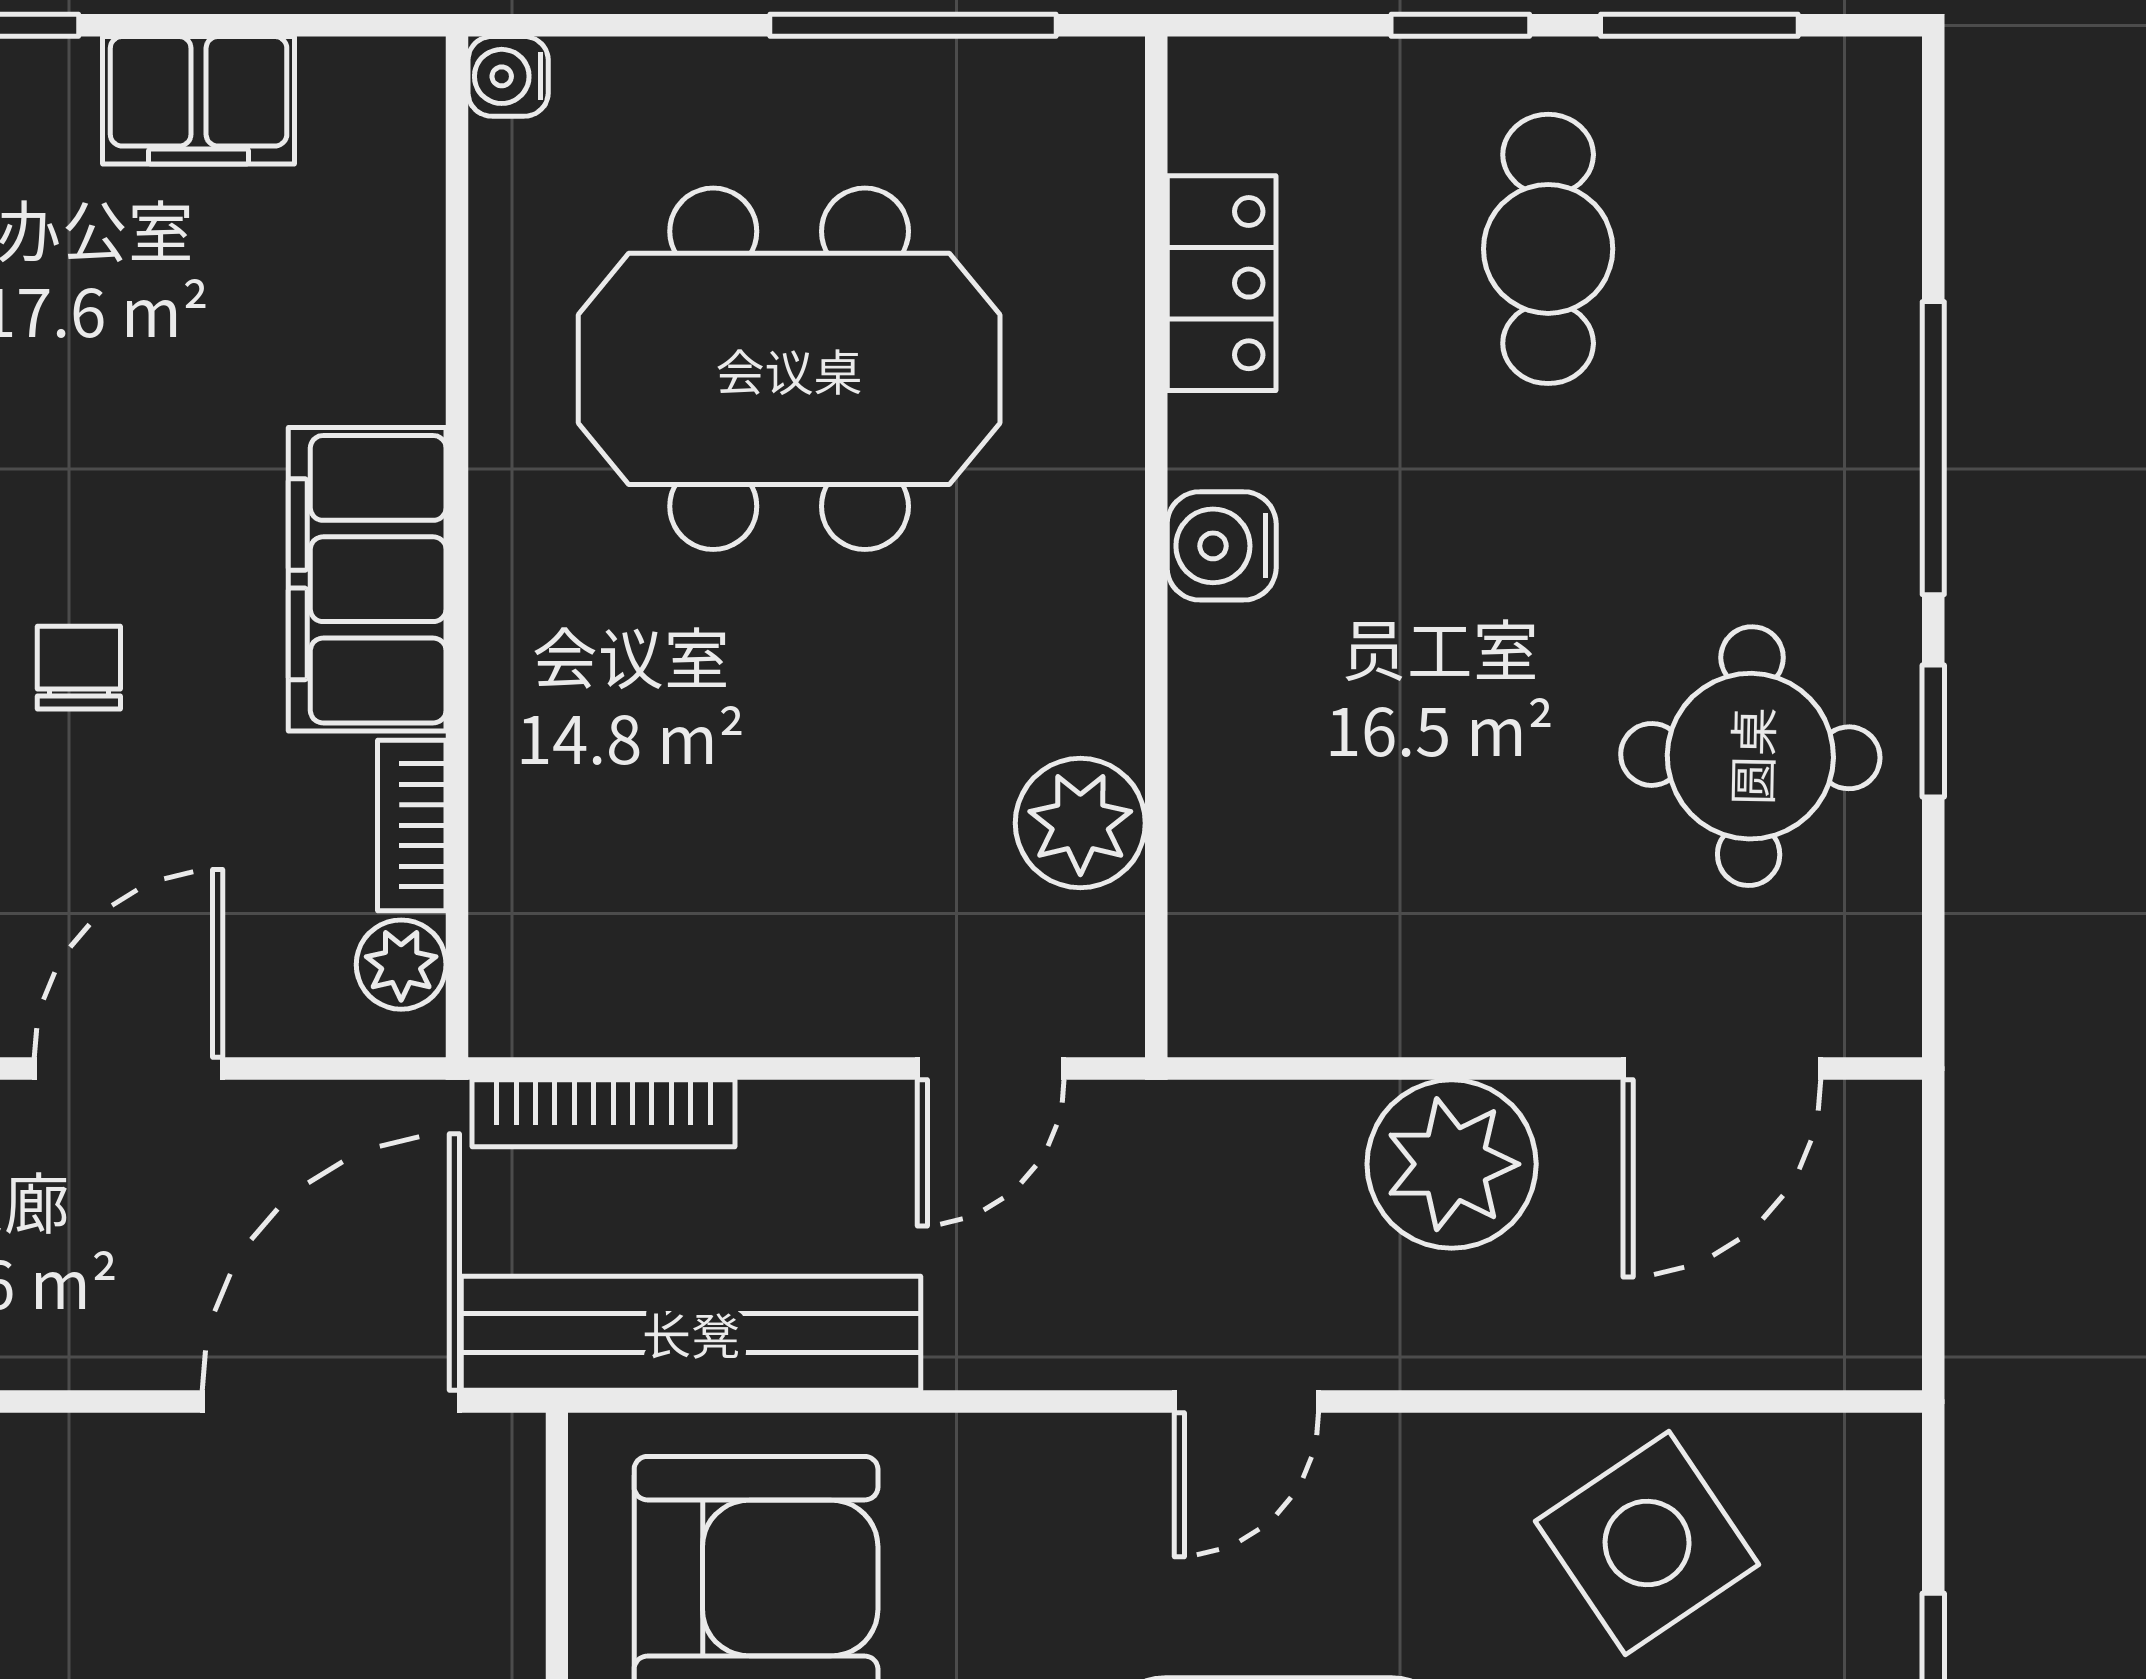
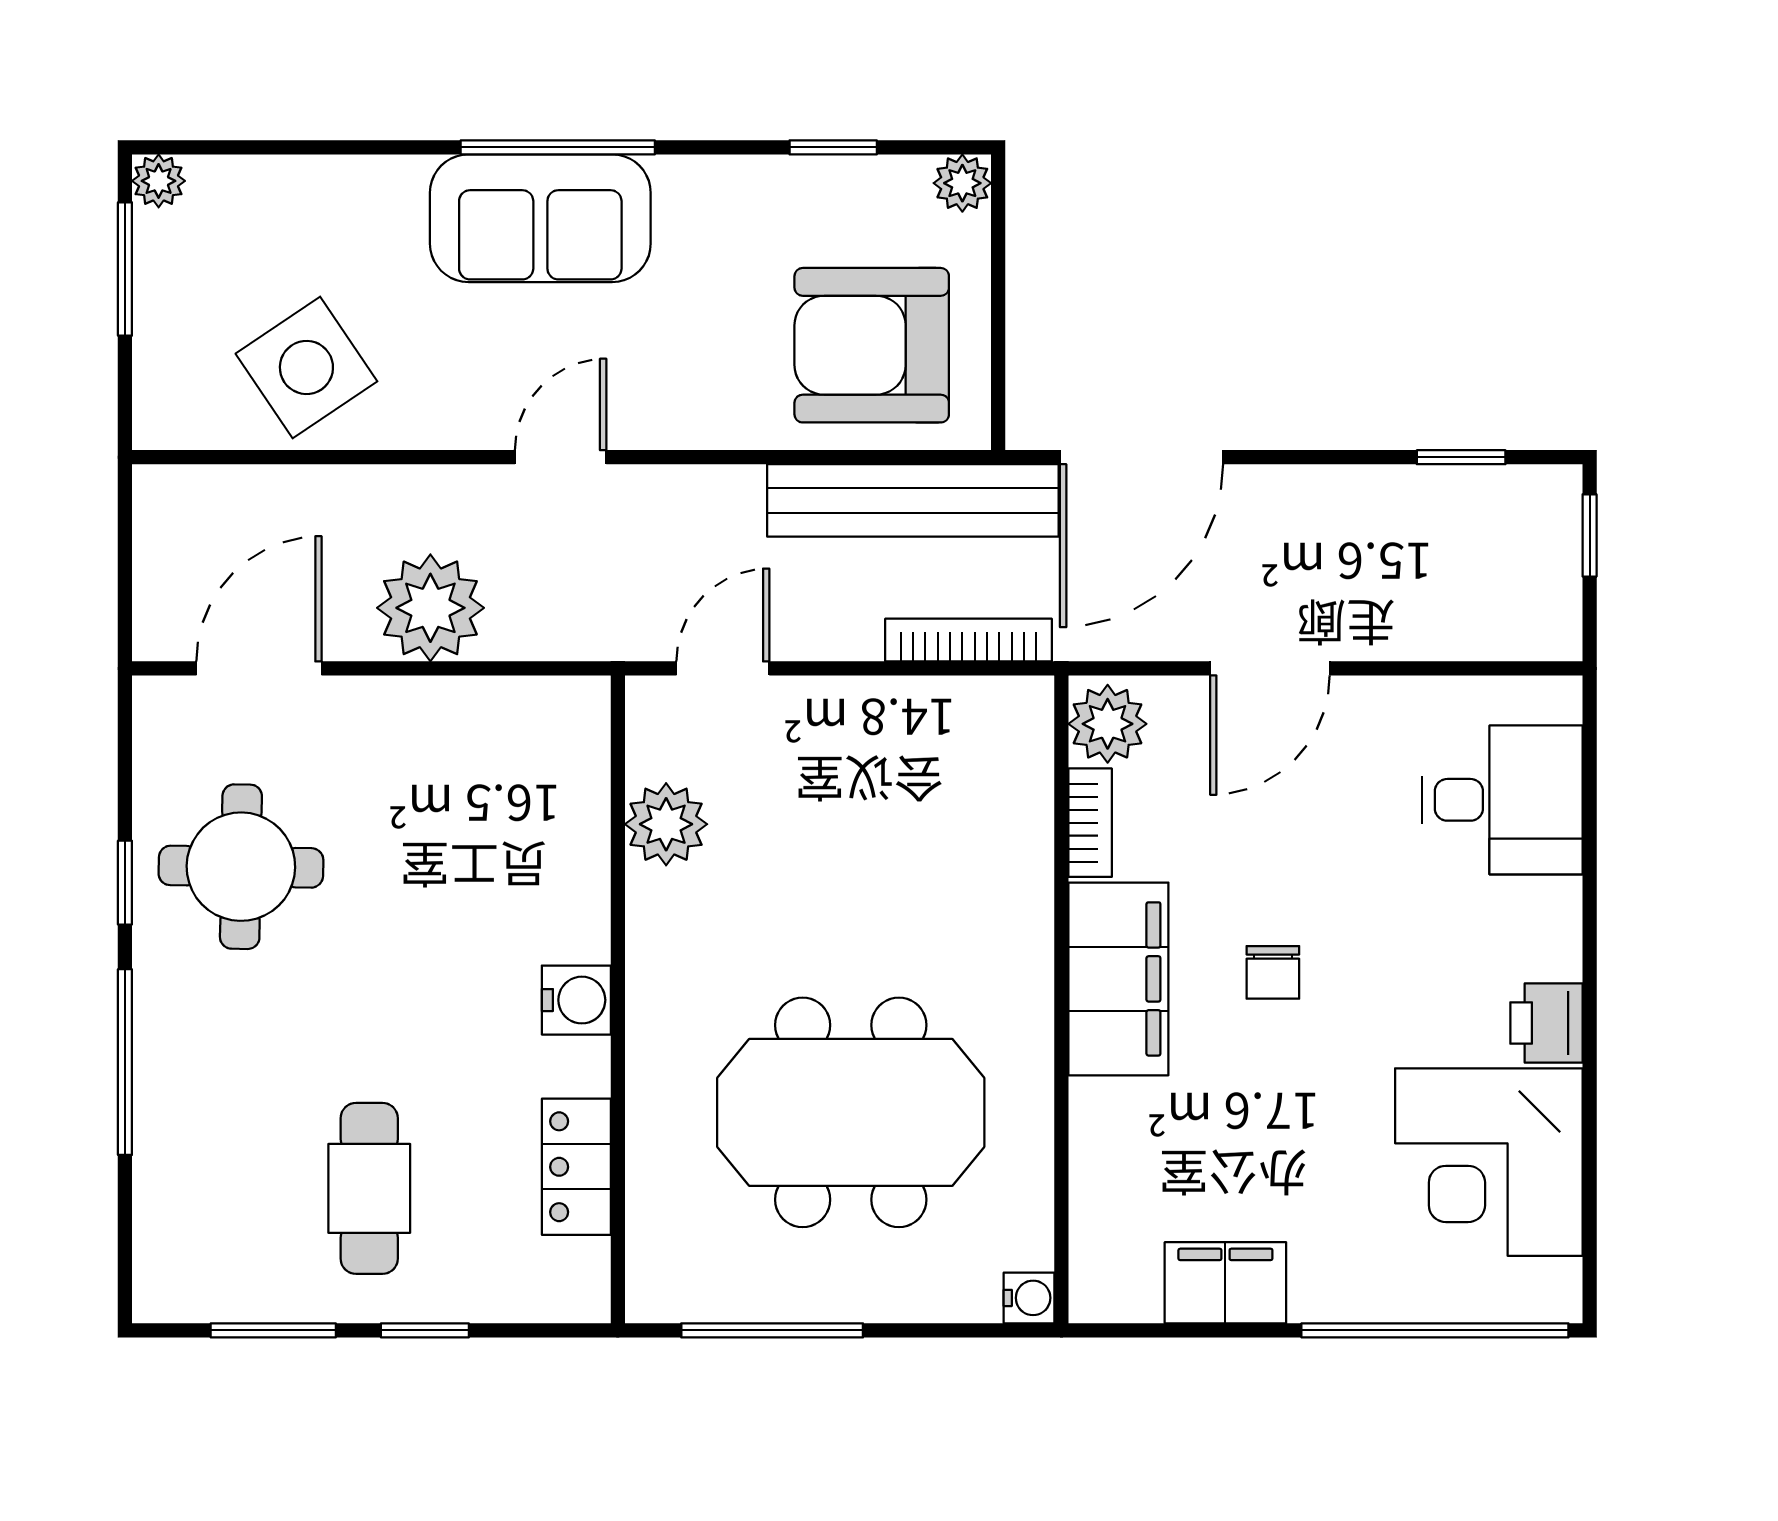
chair: (79, 668) -> (1273, 972), moved
plant: (401, 965) -> (1108, 724), width x1.38, depth x1.38

